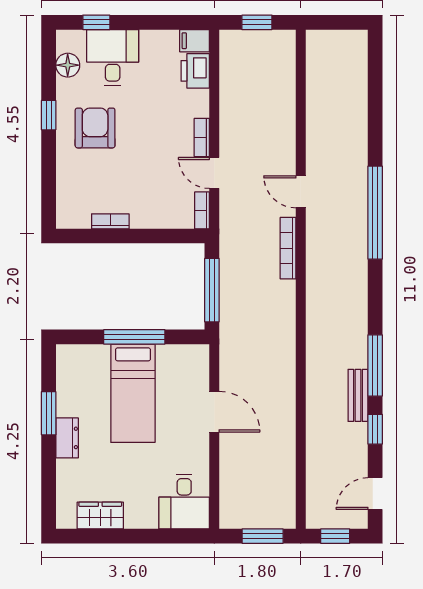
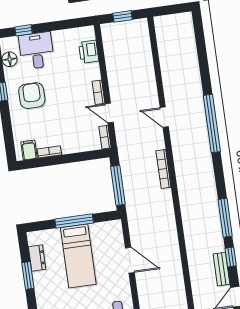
filing cabinet: (195, 41) -> (29, 150), moved, turned 90
bookcase: (288, 248) -> (163, 169), moved
bench: (358, 395) -> (222, 269), moved
dresser: (67, 438) -> (37, 258), moved

